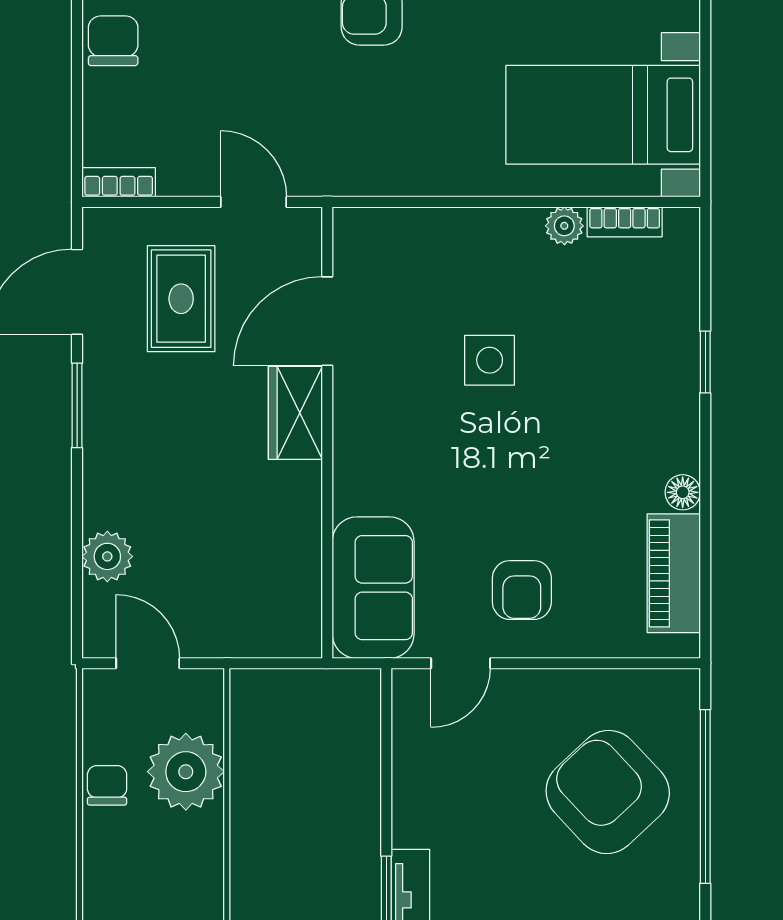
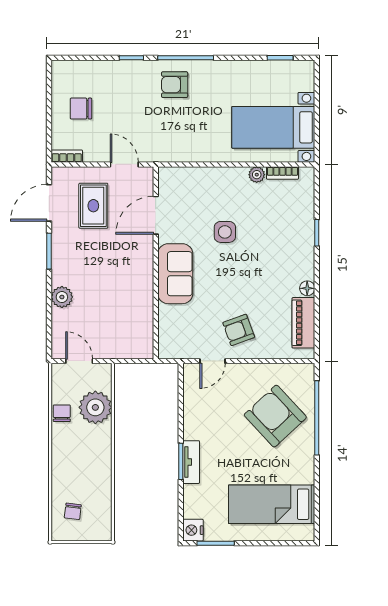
chair: (113, 41) -> (81, 109), moved, turned -90
wardrobe: (295, 413) -> (142, 254), removed
plant: (107, 556) -> (62, 297), moved
sofa: (373, 588) -> (175, 274), moved
armchair: (522, 590) -> (239, 330), turned 70

